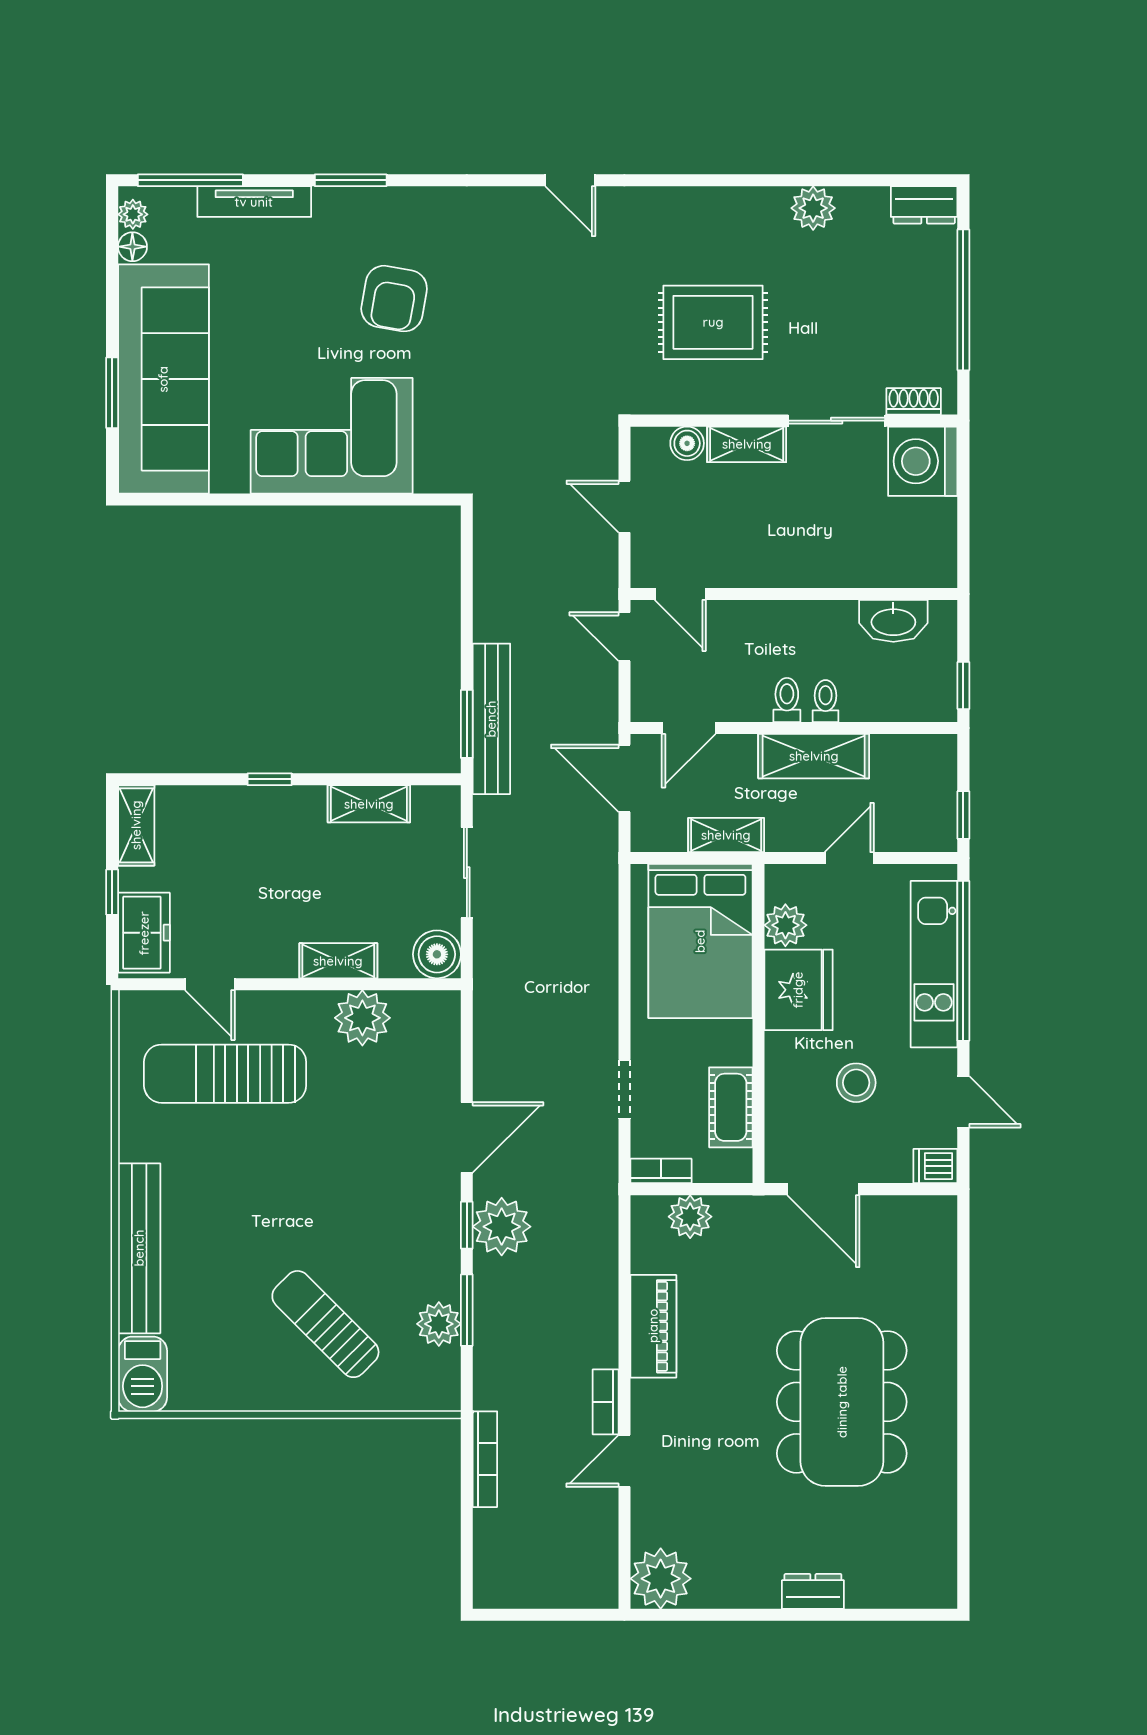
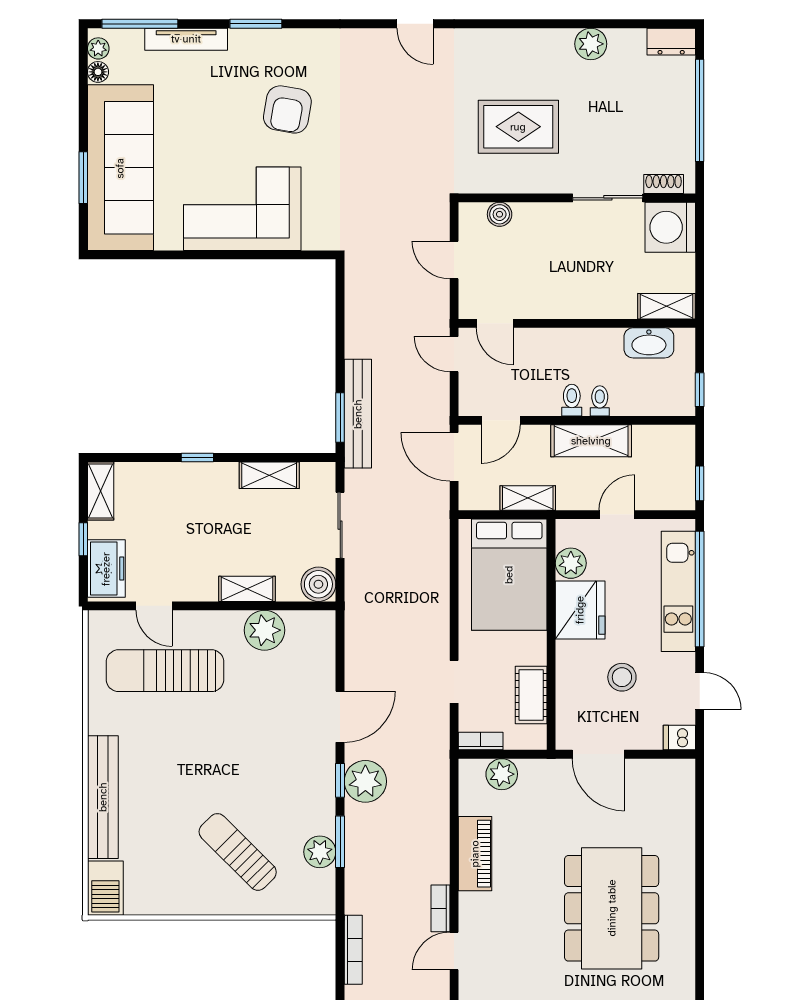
shelving: (747, 444) -> (667, 306), moved

